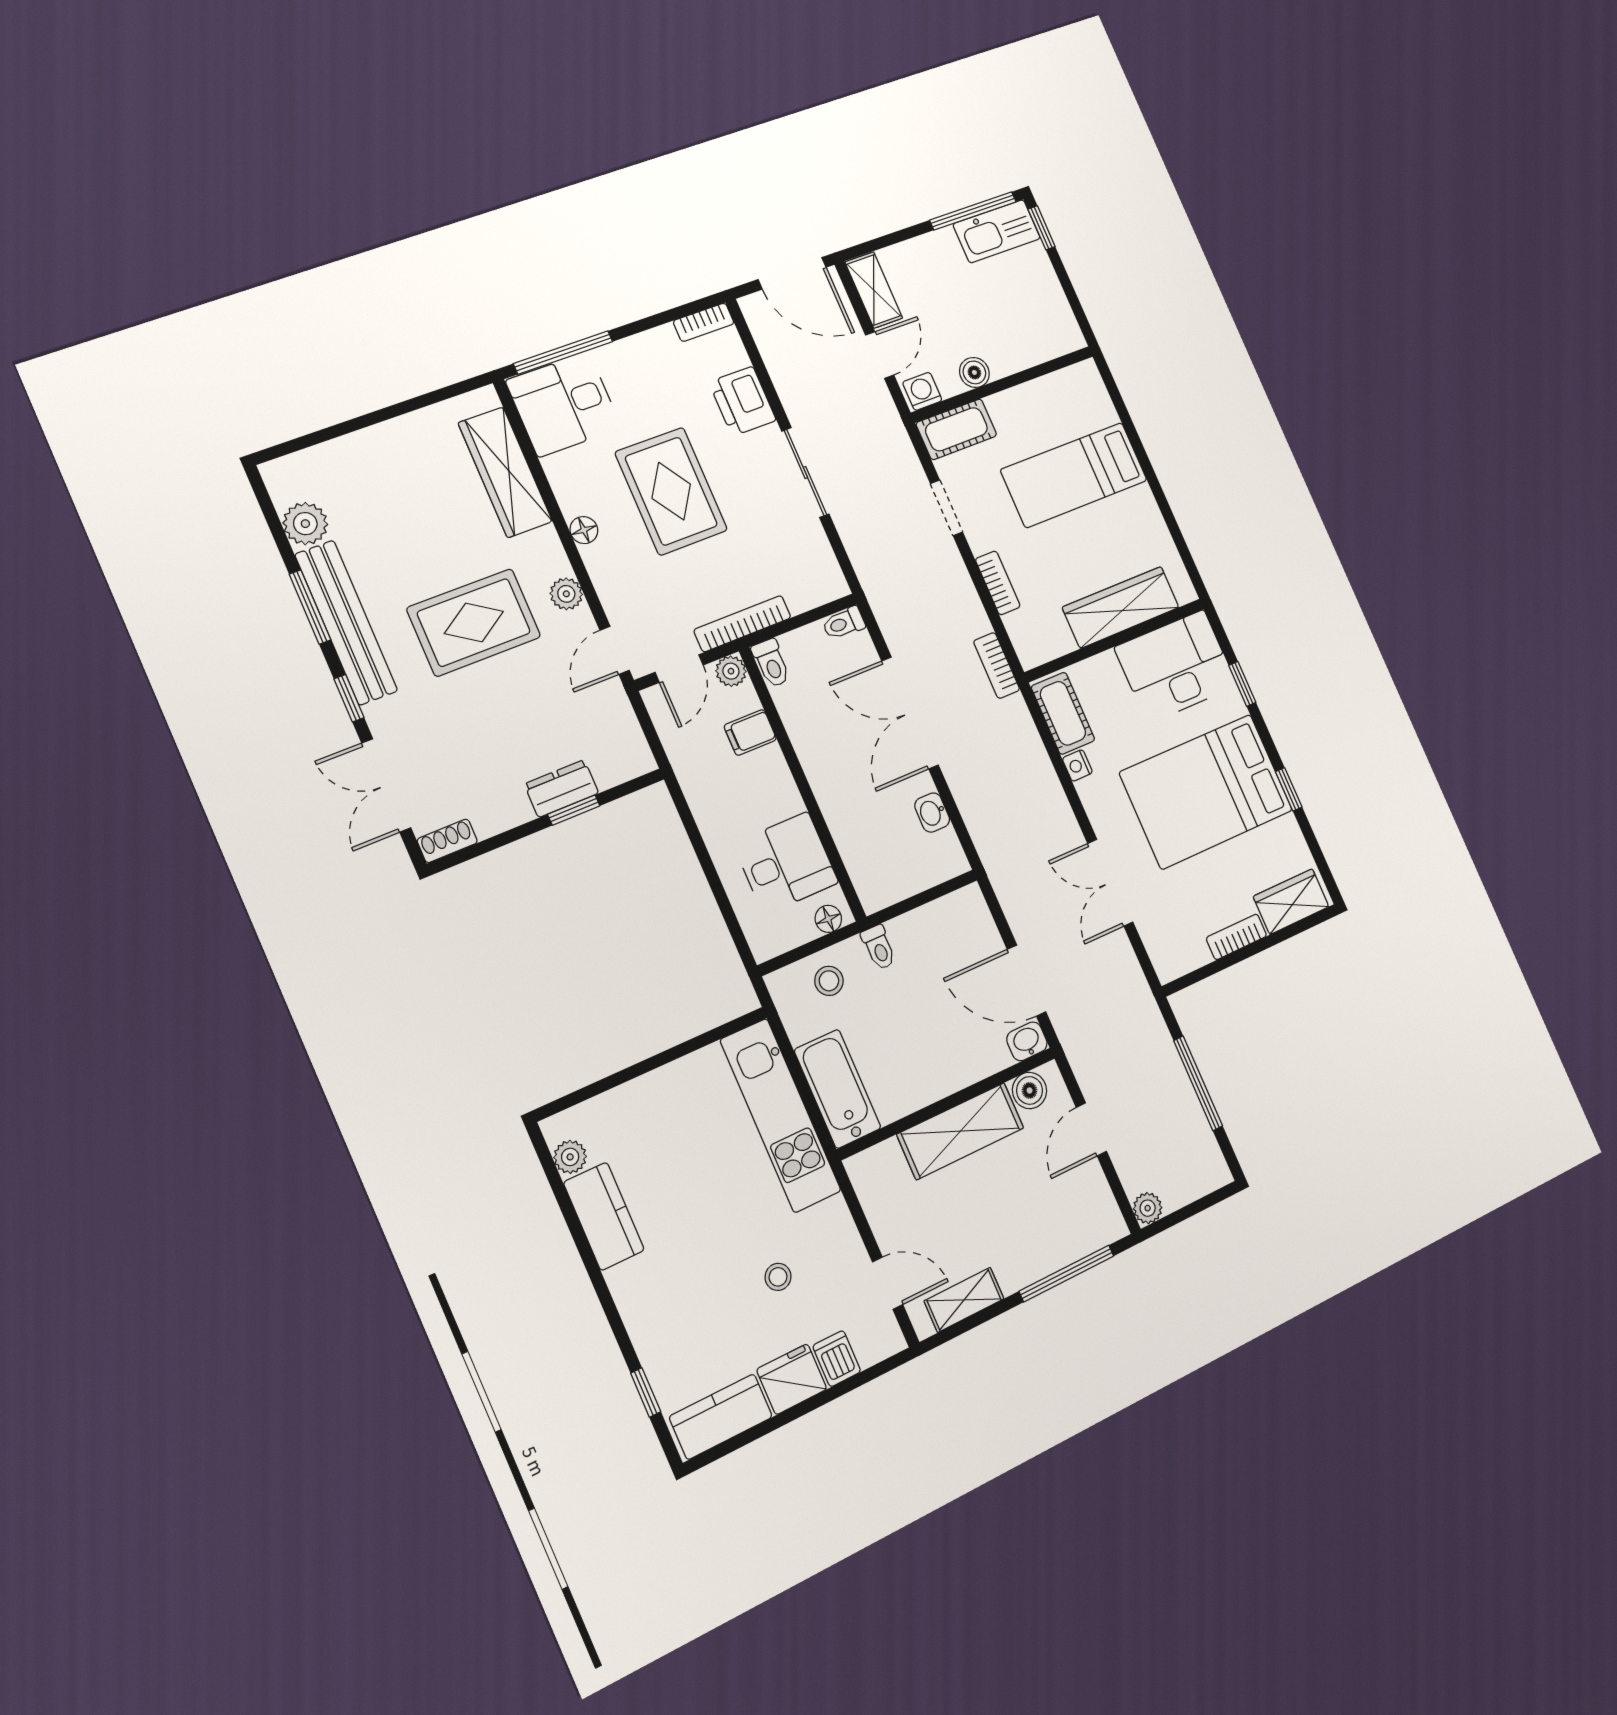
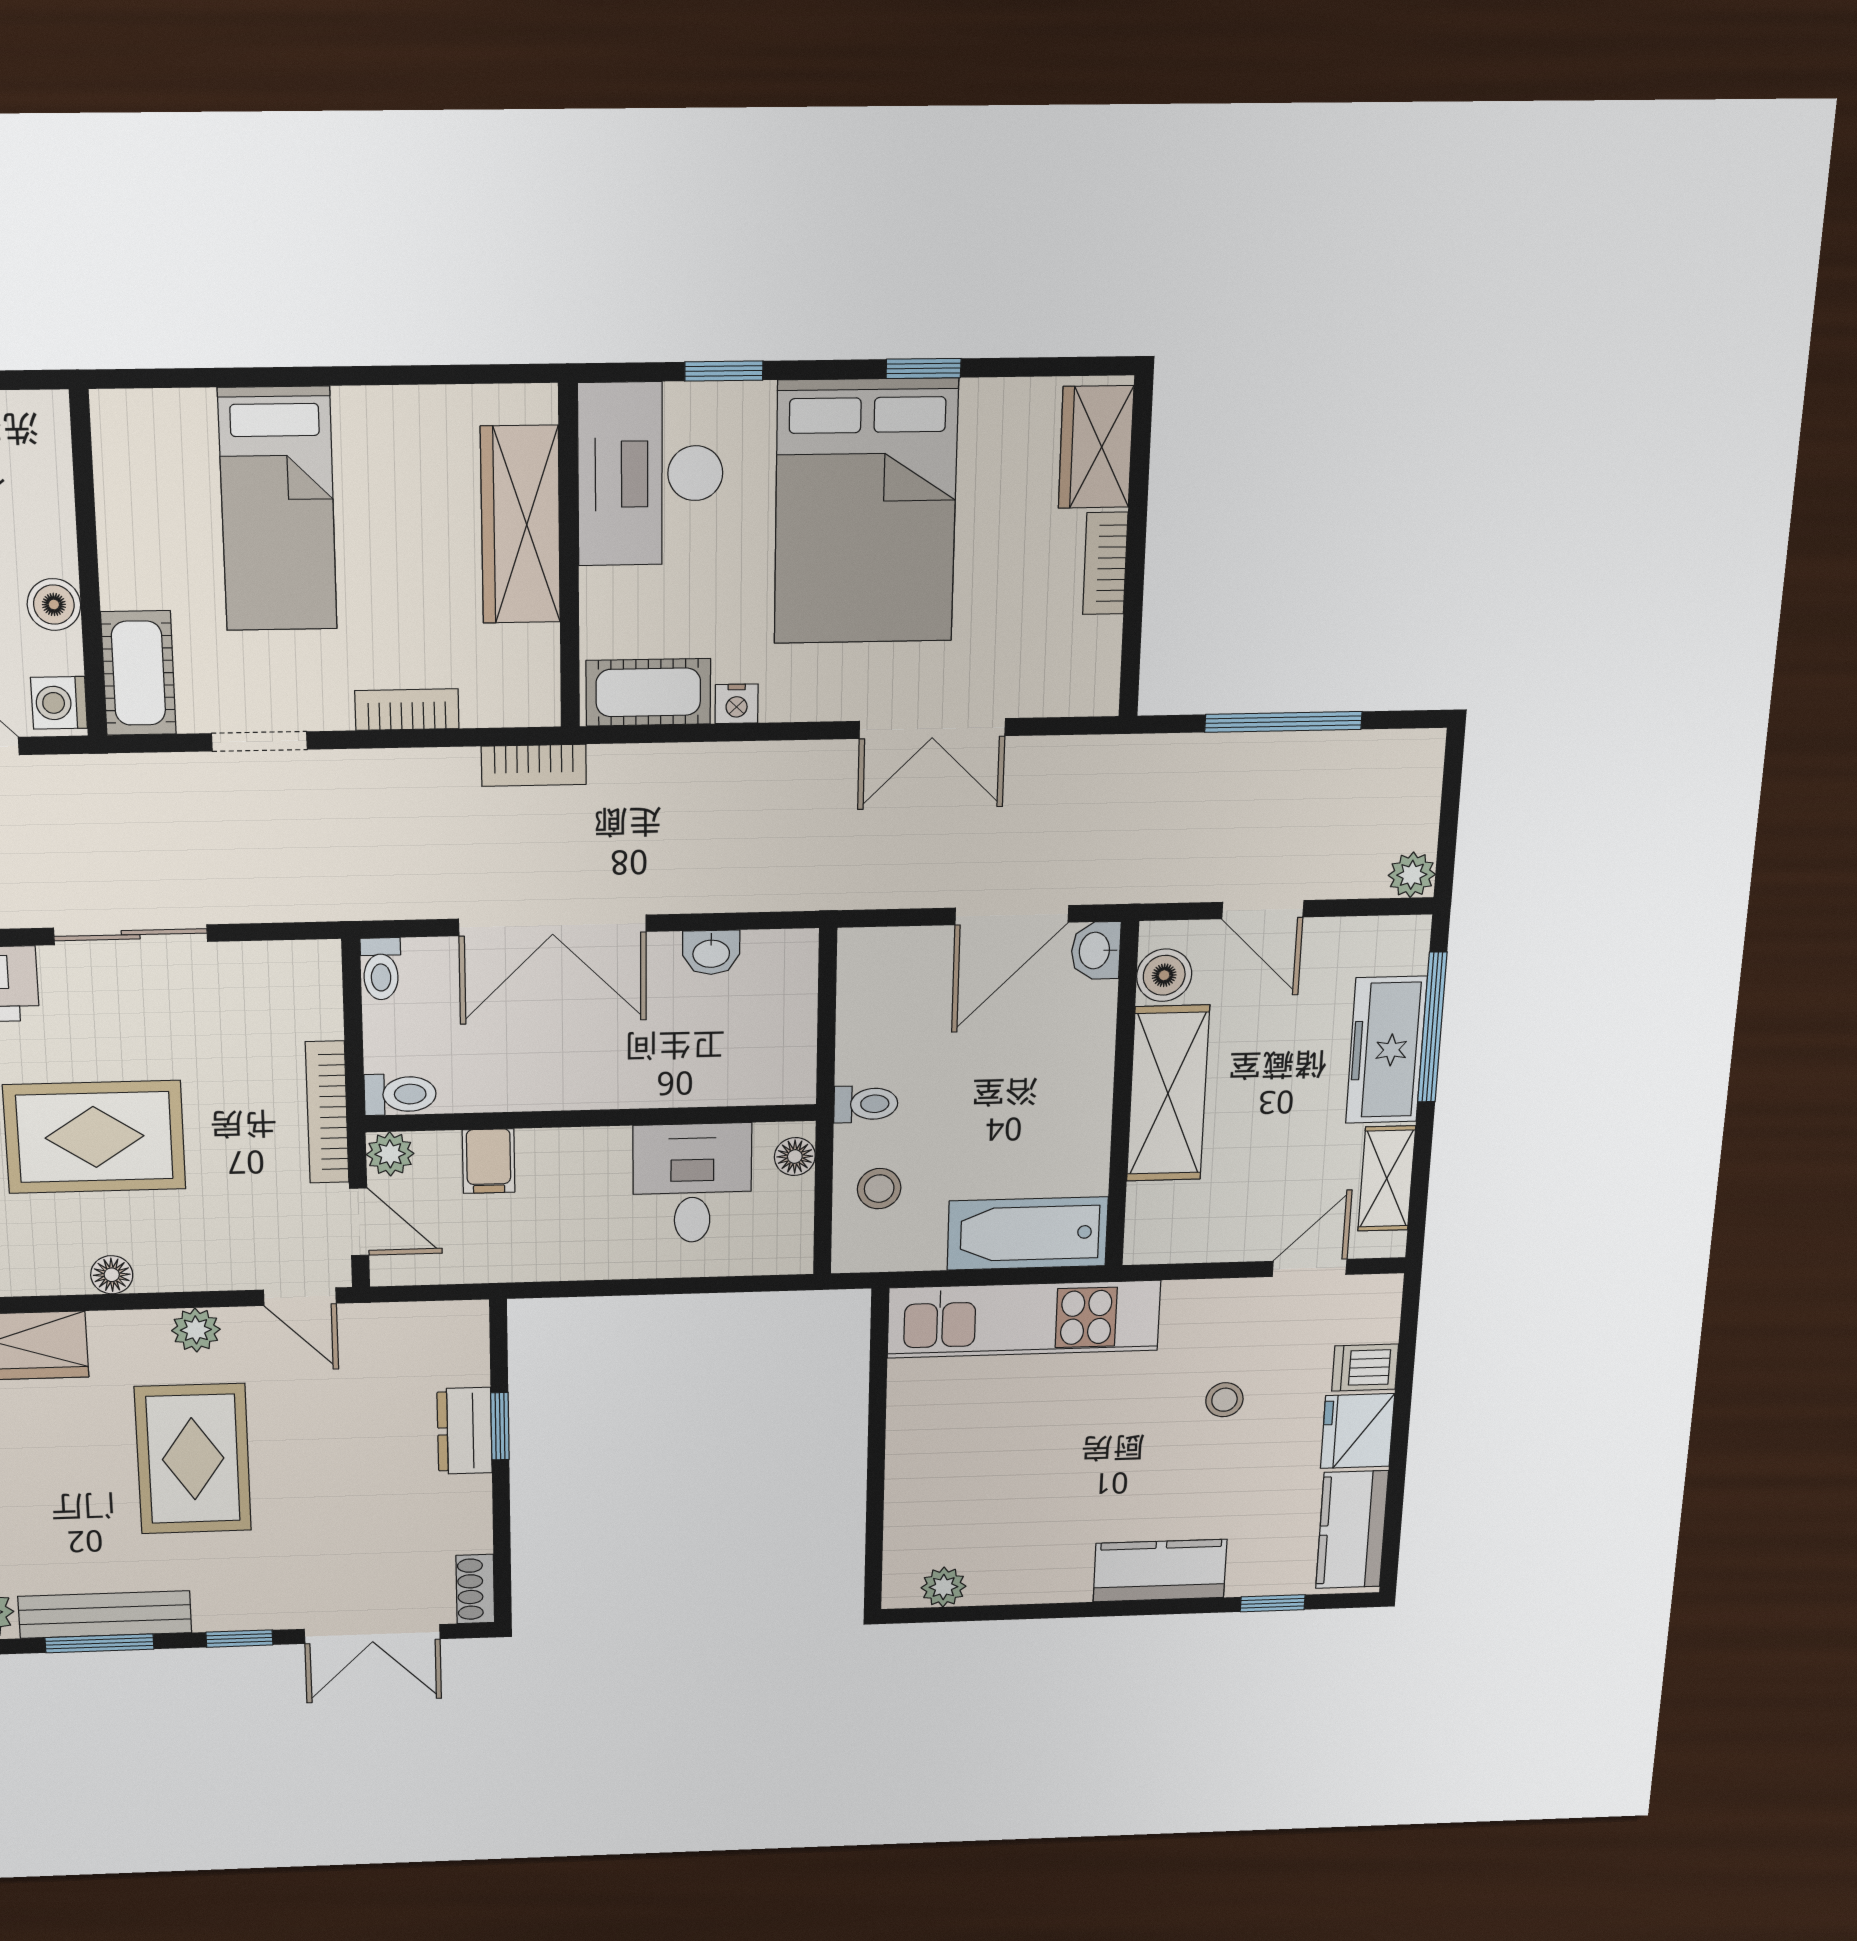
bench: (346, 623) -> (105, 1615), width x0.73, depth x0.82
kitchen counter: (604, 1216) -> (1160, 1571), moved
freezer: (1042, 1253) -> (1386, 1050), added

